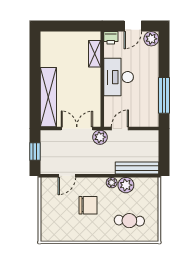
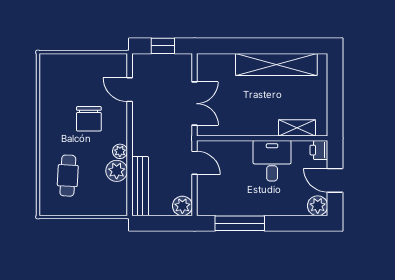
desk: (119, 77) -> (272, 161), width x0.73
shelving: (48, 97) -> (276, 64), moved
plant: (100, 137) -> (182, 206), moved

